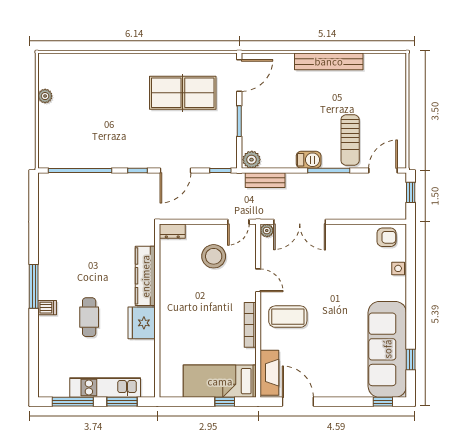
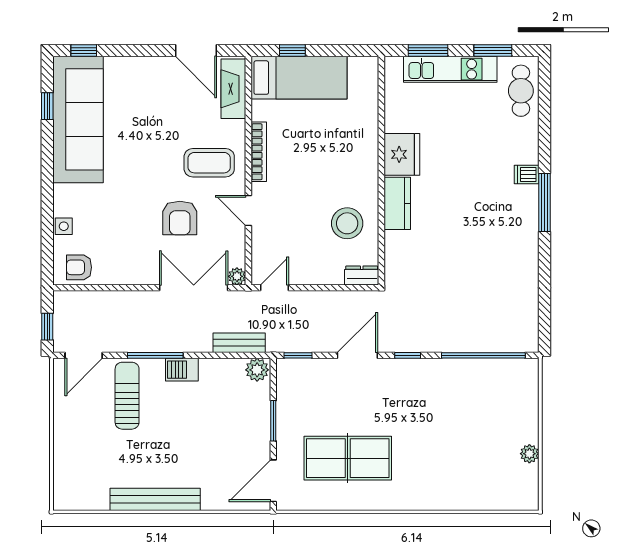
stool: (214, 256) -> (347, 223), moved
armchair: (310, 275) -> (180, 218), added
kitchen counter: (145, 276) -> (397, 203), width x0.67
cafe table: (89, 317) -> (521, 91), moved
window: (73, 402) -> (493, 50), width x0.69

